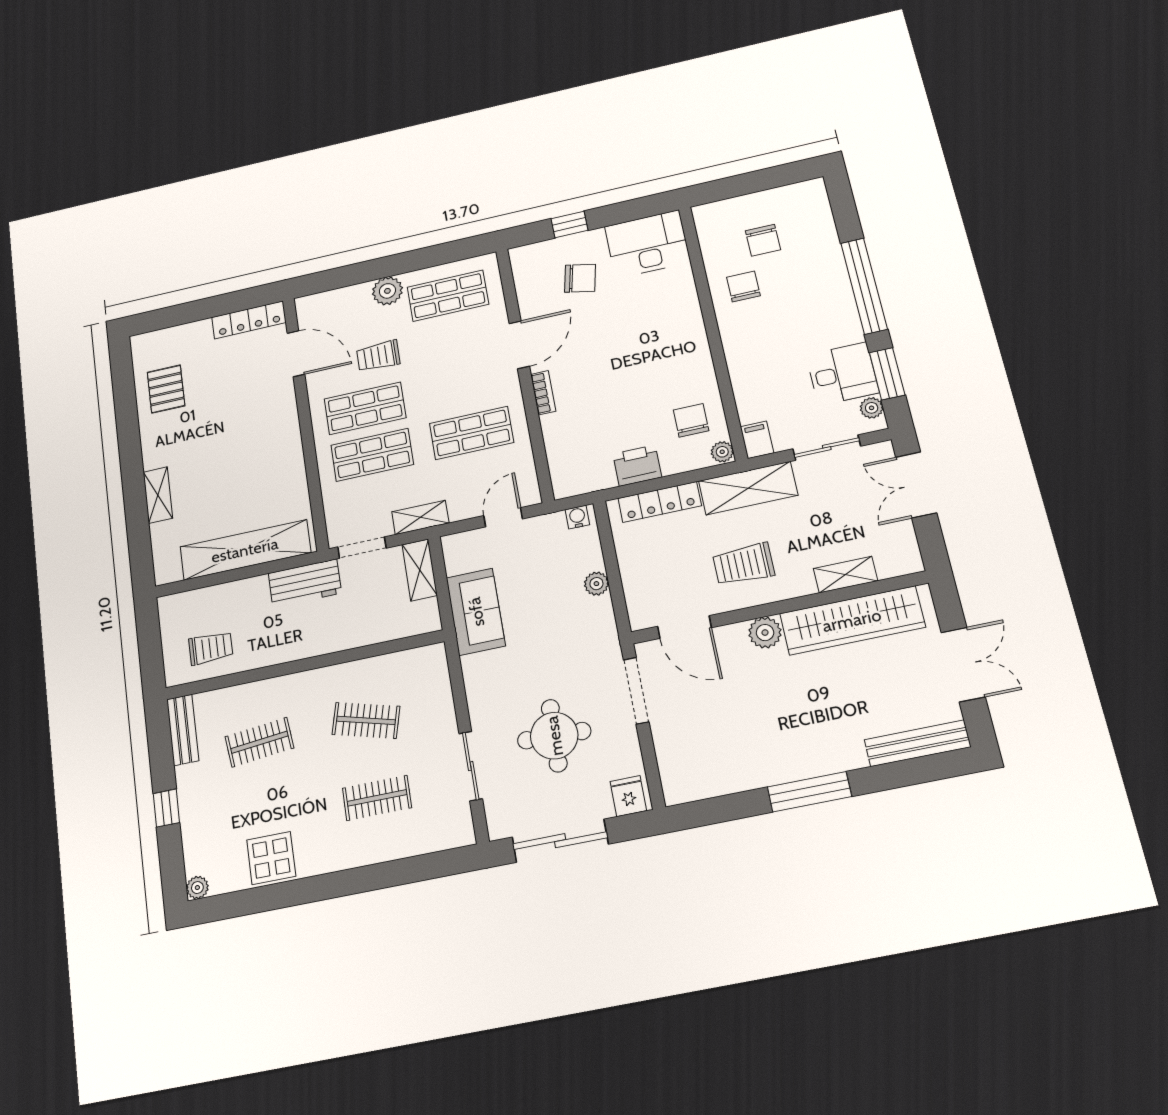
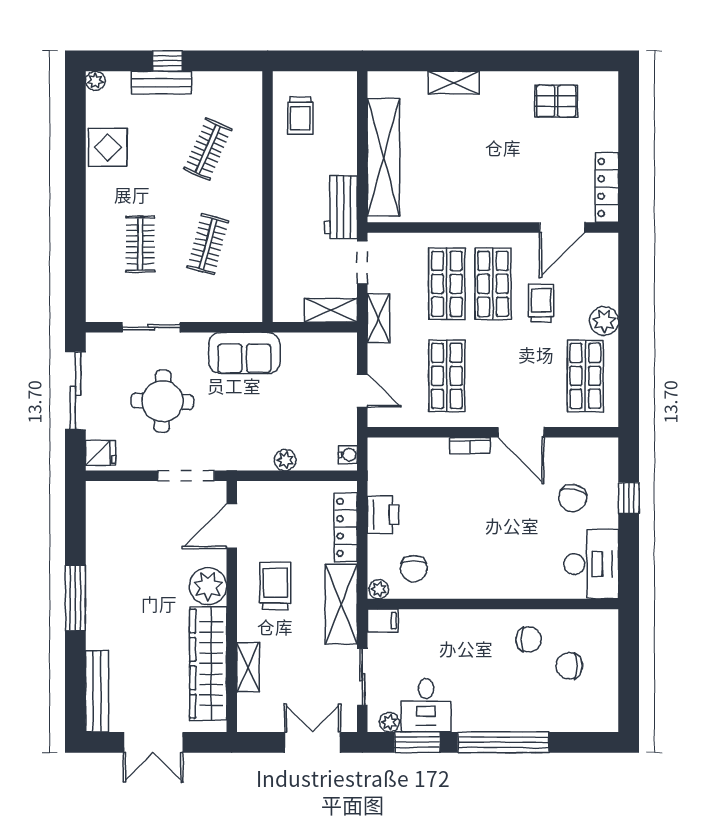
chair: (691, 420) -> (414, 569), turned 90
sofa: (476, 612) -> (244, 353), moved
plant: (765, 633) -> (208, 586), width x1.36, depth x1.36
bench: (183, 730) -> (161, 83), moved
clothes rail: (259, 742) -> (208, 149), turned 30

